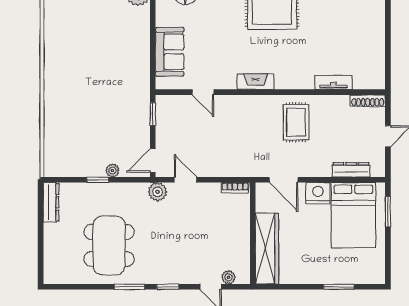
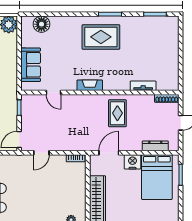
door: (185, 180) -> (41, 153), swing flipped
door: (284, 180) -> (109, 153), swing flipped
plant: (158, 192) -> (22, 161), removed

